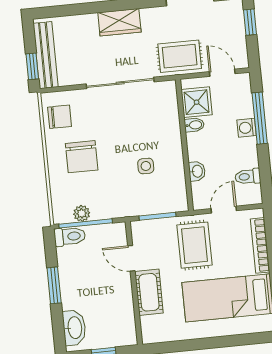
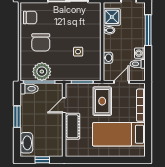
washing machine: (247, 128) -> (140, 53), moved
plant: (82, 213) -> (42, 72), width x1.88, depth x1.88
door: (131, 258) -> (64, 105), hinge flipped

